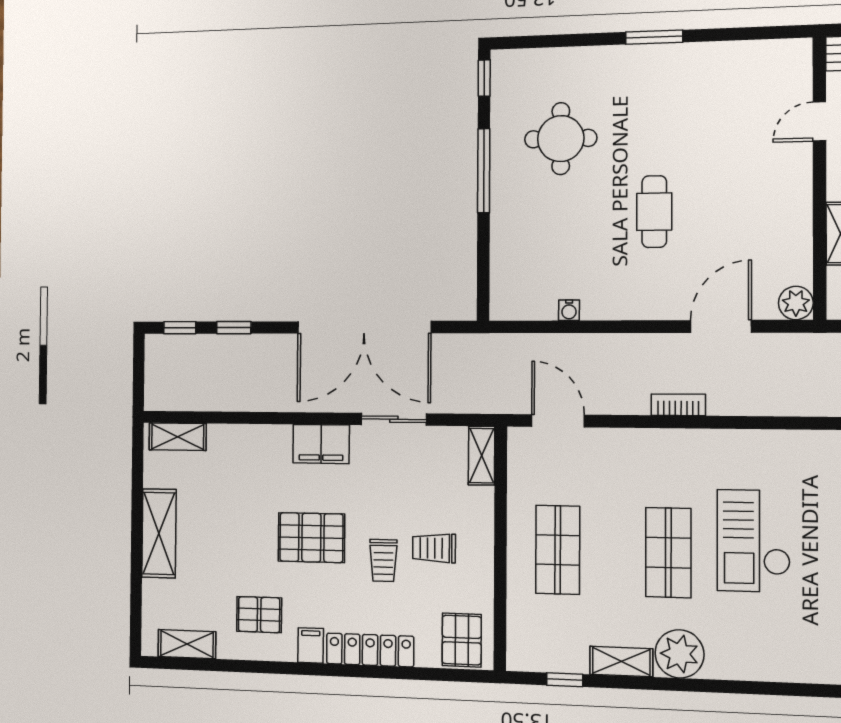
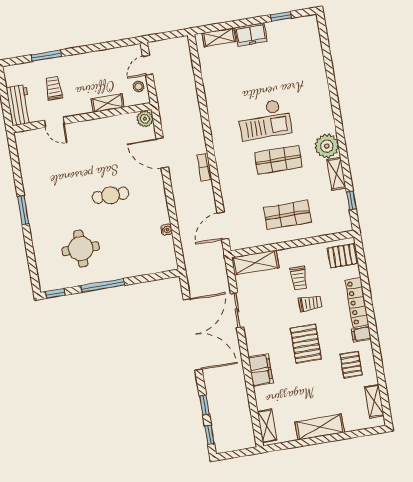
filing cabinet: (321, 444) -> (261, 370), moved
shelving: (482, 456) -> (255, 263), width x1.50, depth x1.33

